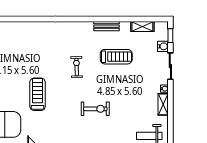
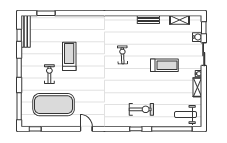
treadmill: (116, 57) -> (164, 65), moved
treadmill: (38, 94) -> (69, 56), moved
exercise bike: (95, 109) -> (141, 109), moved

